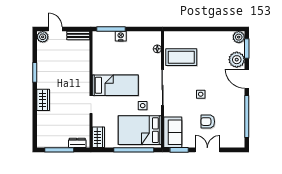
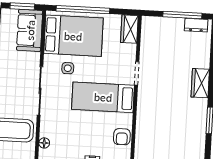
armchair: (100, 57) -> (122, 137), added
dresser: (77, 143) -> (196, 25), moved

